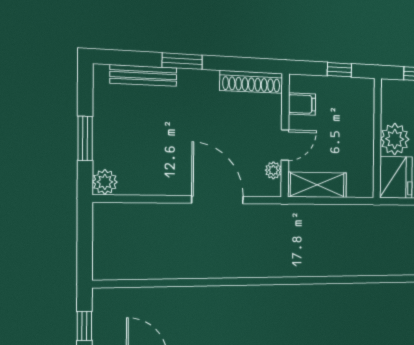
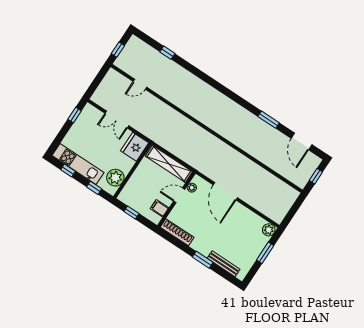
plant: (395, 139) -> (115, 178), moved
shelving: (317, 185) -> (169, 164), width x1.47

